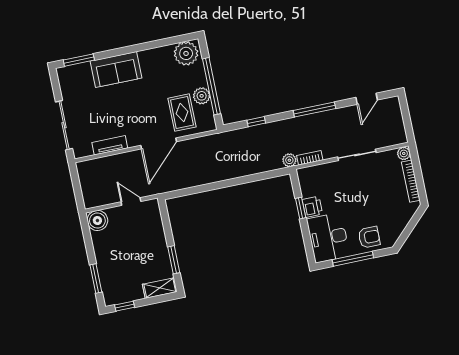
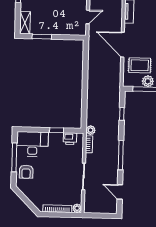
printer: (312, 207) -> (70, 139), moved

